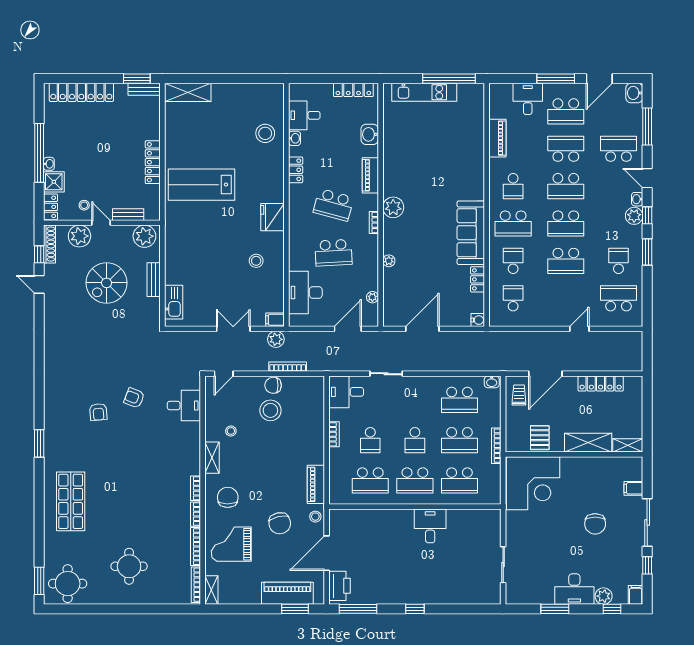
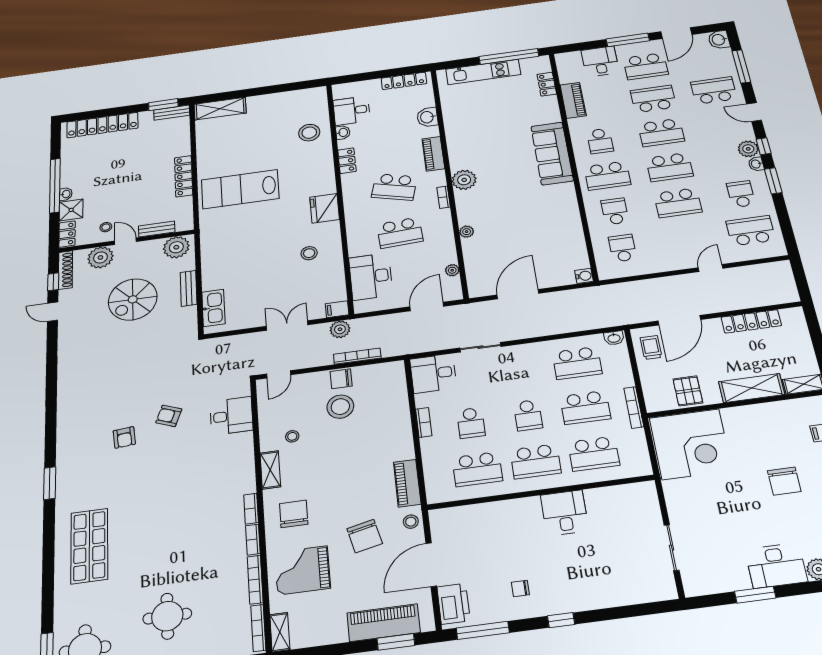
washbasin: (637, 199) -> (756, 164), moved
sofa: (471, 233) -> (552, 153), moved
locker: (478, 279) -> (547, 84), moved
chair: (389, 581) -> (520, 588), added

